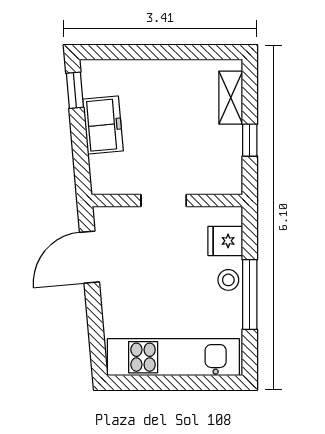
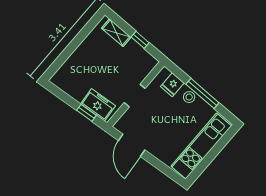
window: (75, 90) -> (86, 113), moved
freezer: (103, 125) -> (98, 105), moved

